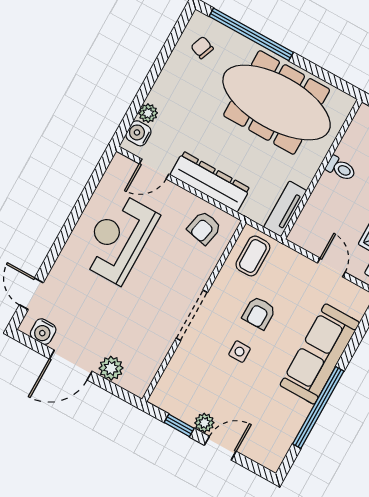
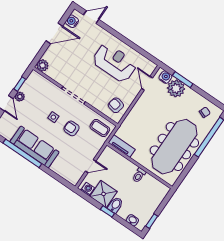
window: (140, 98) -> (183, 80), added
plant: (148, 113) -> (176, 88), width x1.88, depth x1.88
dresser: (210, 182) -> (138, 110), removed
sofa: (320, 354) -> (35, 147), moved
door: (71, 365) -> (54, 33), swing flipped
plant: (111, 368) -> (42, 65), moved

